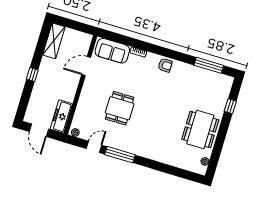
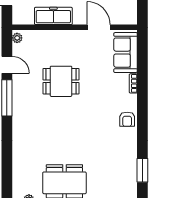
window: (209, 65) -> (142, 170), width x0.69
freezer: (61, 116) -> (53, 16), moved

